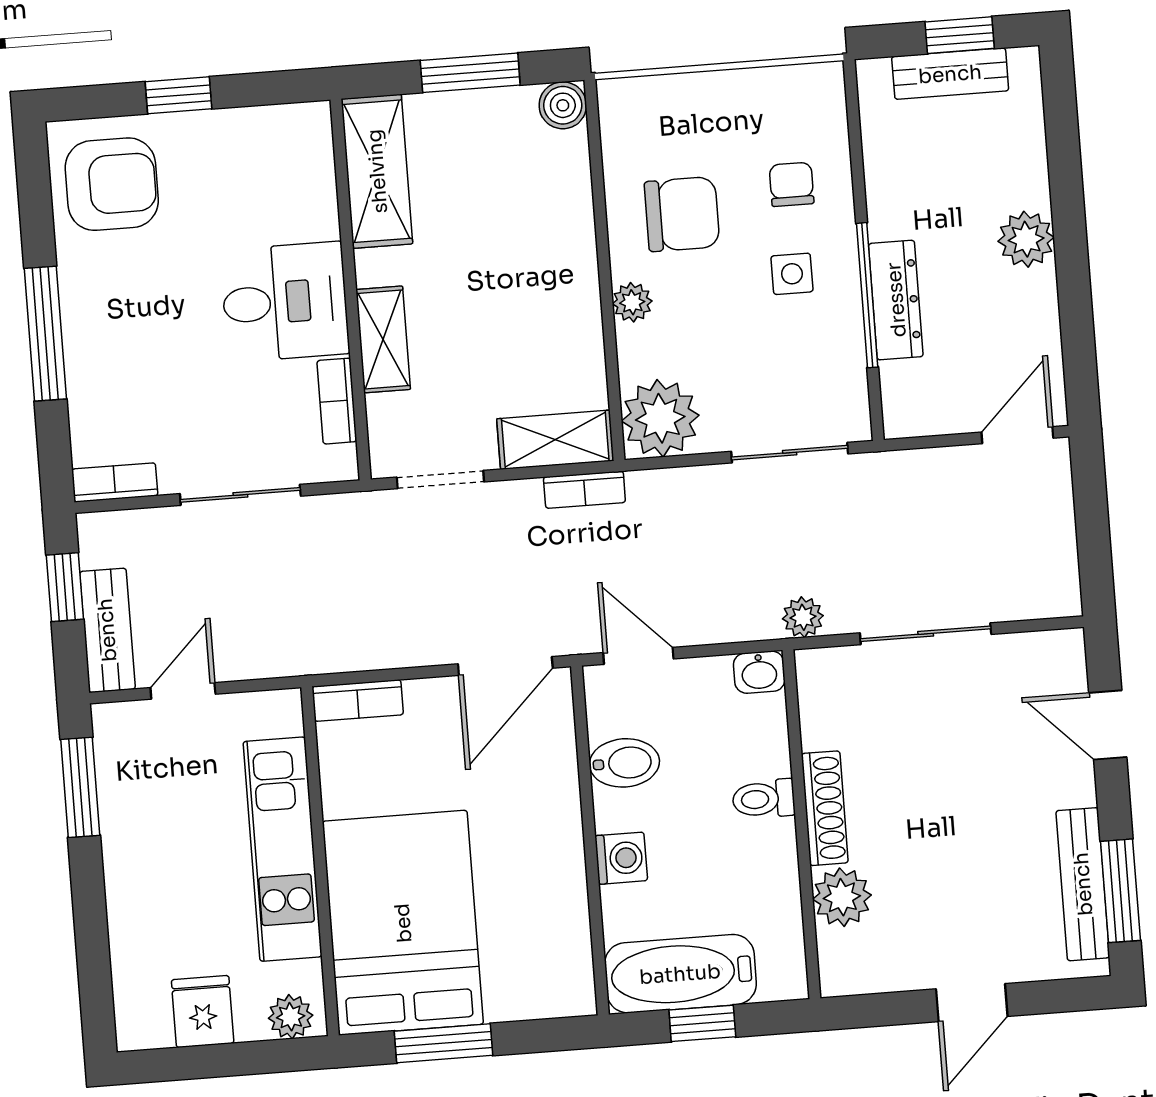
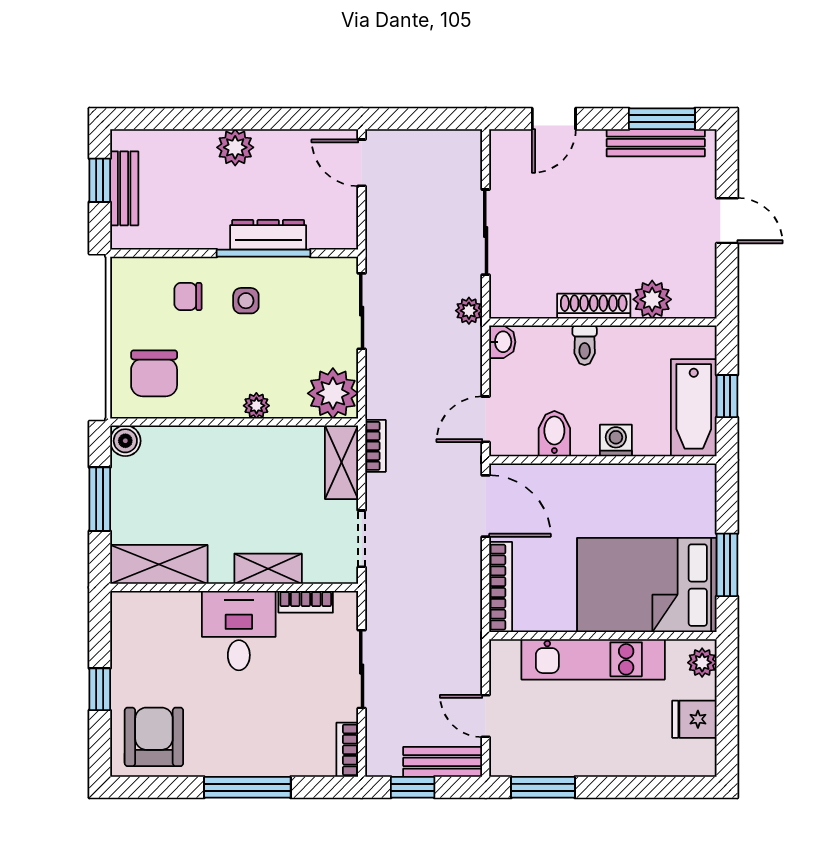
chair: (682, 214) -> (154, 373), moved, turned 180
bookcase: (358, 701) -> (501, 587), width x1.56

